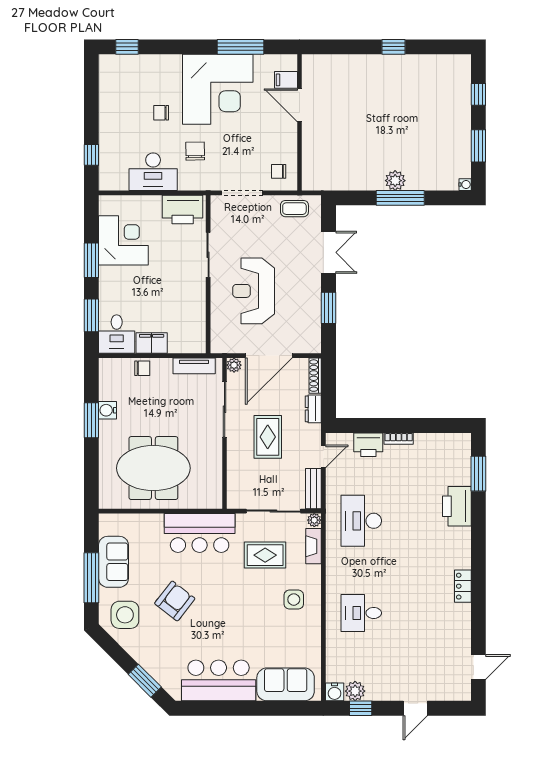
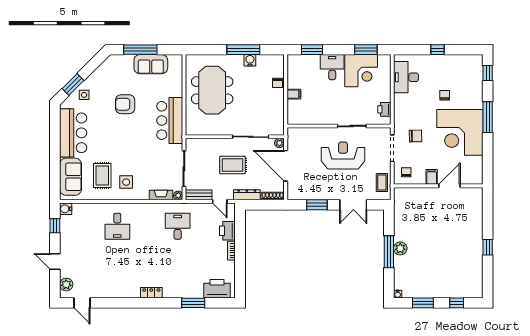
window: (240, 47) -> (488, 117), moved
filing cabinet: (286, 80) -> (432, 177), moved
chair: (195, 151) -> (415, 136), moved
window: (91, 155) -> (437, 50), moved
desk: (153, 172) -> (406, 77), moved
printer: (183, 209) -> (384, 109), width x0.53, depth x0.68
window: (91, 260) -> (366, 50), moved
reception desk: (254, 291) -> (343, 156), moved
desk: (117, 334) -> (332, 67), moved, turned 90
filing cabinet: (152, 343) -> (294, 94), width x0.50
tv unit: (194, 366) -> (279, 117), removed
dresser: (313, 409) -> (247, 195), width x1.44
window: (91, 420) -> (243, 50), width x1.44
window: (478, 474) -> (193, 303), moved
printer: (457, 506) -> (217, 289), moved
desk: (361, 521) -> (178, 226), width x0.73
rug: (265, 555) -> (102, 175), moved
locker: (463, 586) -> (151, 293), moved
armchair: (175, 601) -> (125, 104), turned 142
desk: (361, 613) -> (117, 226), turned 180
side table: (125, 615) -> (84, 95), moved, width x0.54, depth x0.54
plant: (355, 691) -> (66, 285), moved

